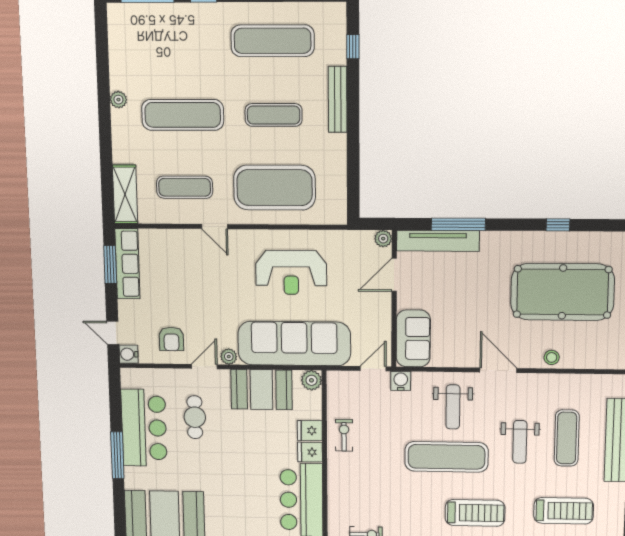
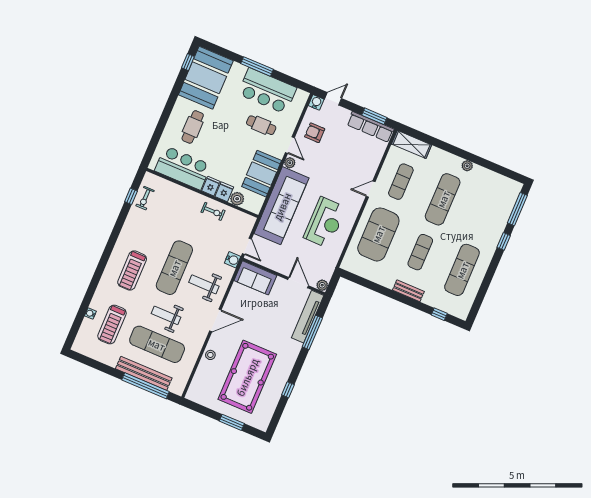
bench: (338, 99) -> (408, 291), width x0.73
reception desk: (291, 272) -> (325, 222), turned 180
plant: (311, 380) -> (237, 199), moved
exercise mat: (567, 438) -> (157, 344), width x1.36, depth x1.45
cafe table: (239, 509) -> (193, 127), added

